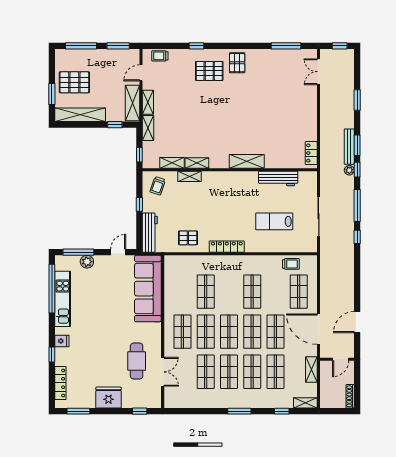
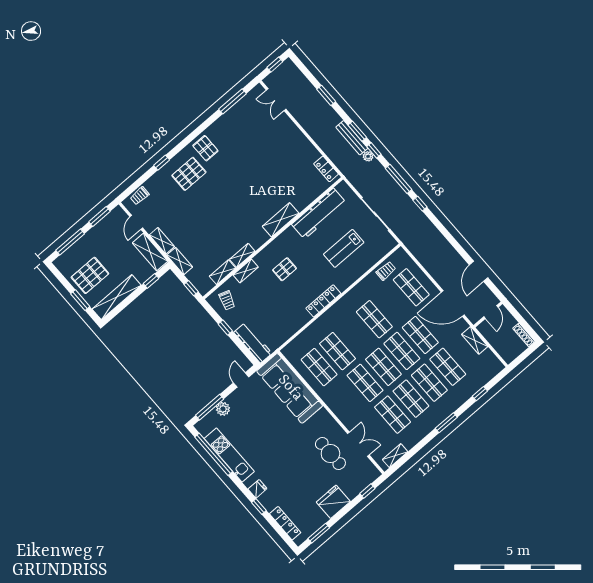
workbench: (278, 178) -> (319, 214), width x1.36, depth x1.32
pallet: (188, 238) -> (284, 269), moved
shop shelf: (182, 332) -> (319, 367), moved
shelving: (305, 403) -> (395, 456), moved

